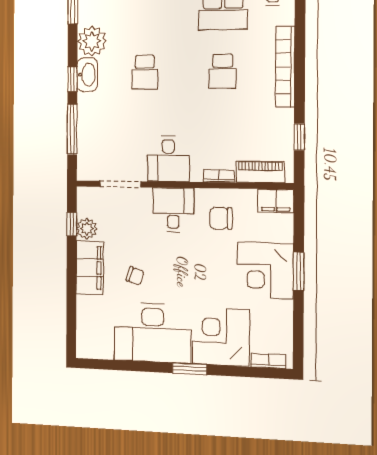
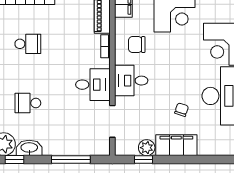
school desk: (145, 72) -> (28, 103), turned 180
window: (72, 79) -> (14, 159), moved
chair: (221, 218) -> (137, 45), turned 90

